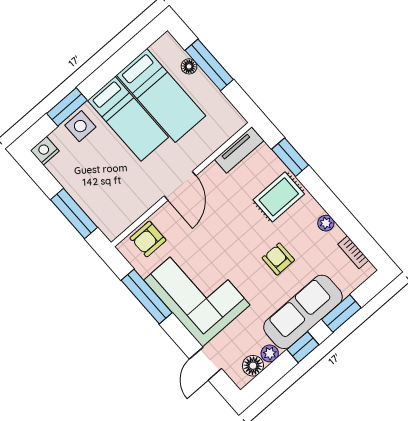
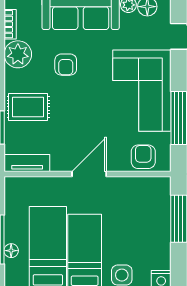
plant: (326, 223) -> (18, 54), width x1.87, depth x1.87
armchair: (148, 239) -> (143, 157), turned -90

